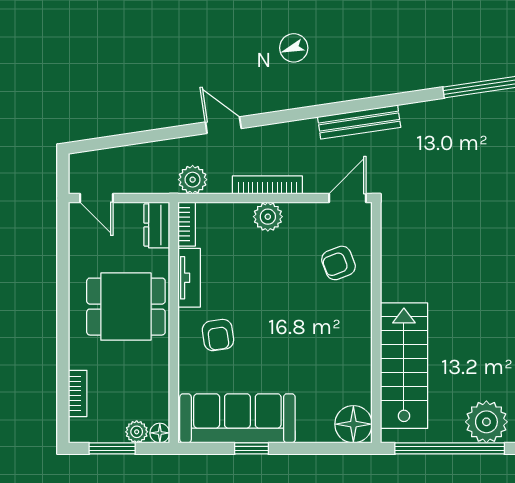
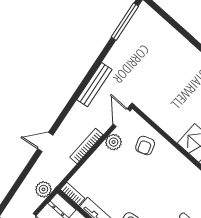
plant: (193, 180) -> (43, 189), moved
plant: (268, 217) -> (114, 142), moved

